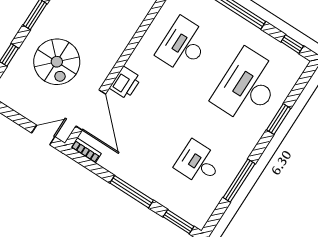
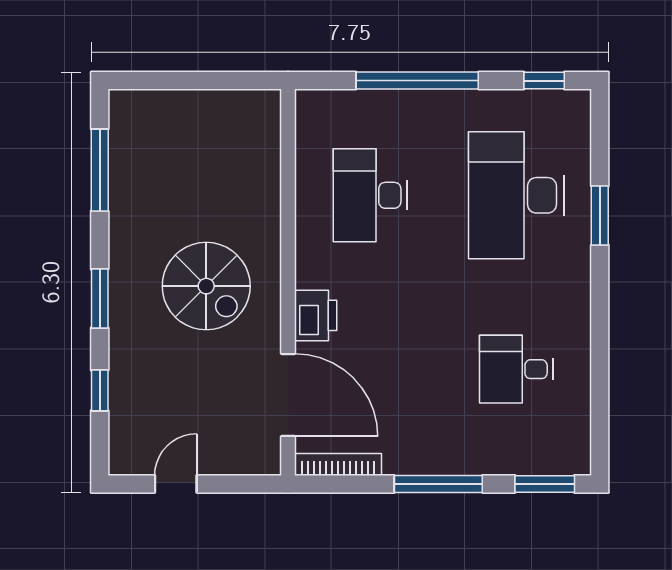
spiral stairs: (57, 62) -> (206, 286), moved
door: (43, 135) -> (176, 484), moved
bookcase: (86, 150) -> (338, 465), width x1.56
window: (239, 181) -> (600, 355), removed

